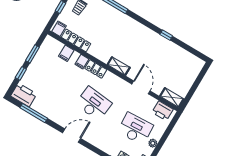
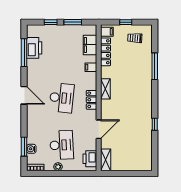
filing cabinet: (66, 53) -> (90, 45), width x2.00
shelving: (119, 66) -> (105, 89), moved
locker: (96, 69) -> (92, 100), moved
printer: (24, 95) -> (34, 48), moved

